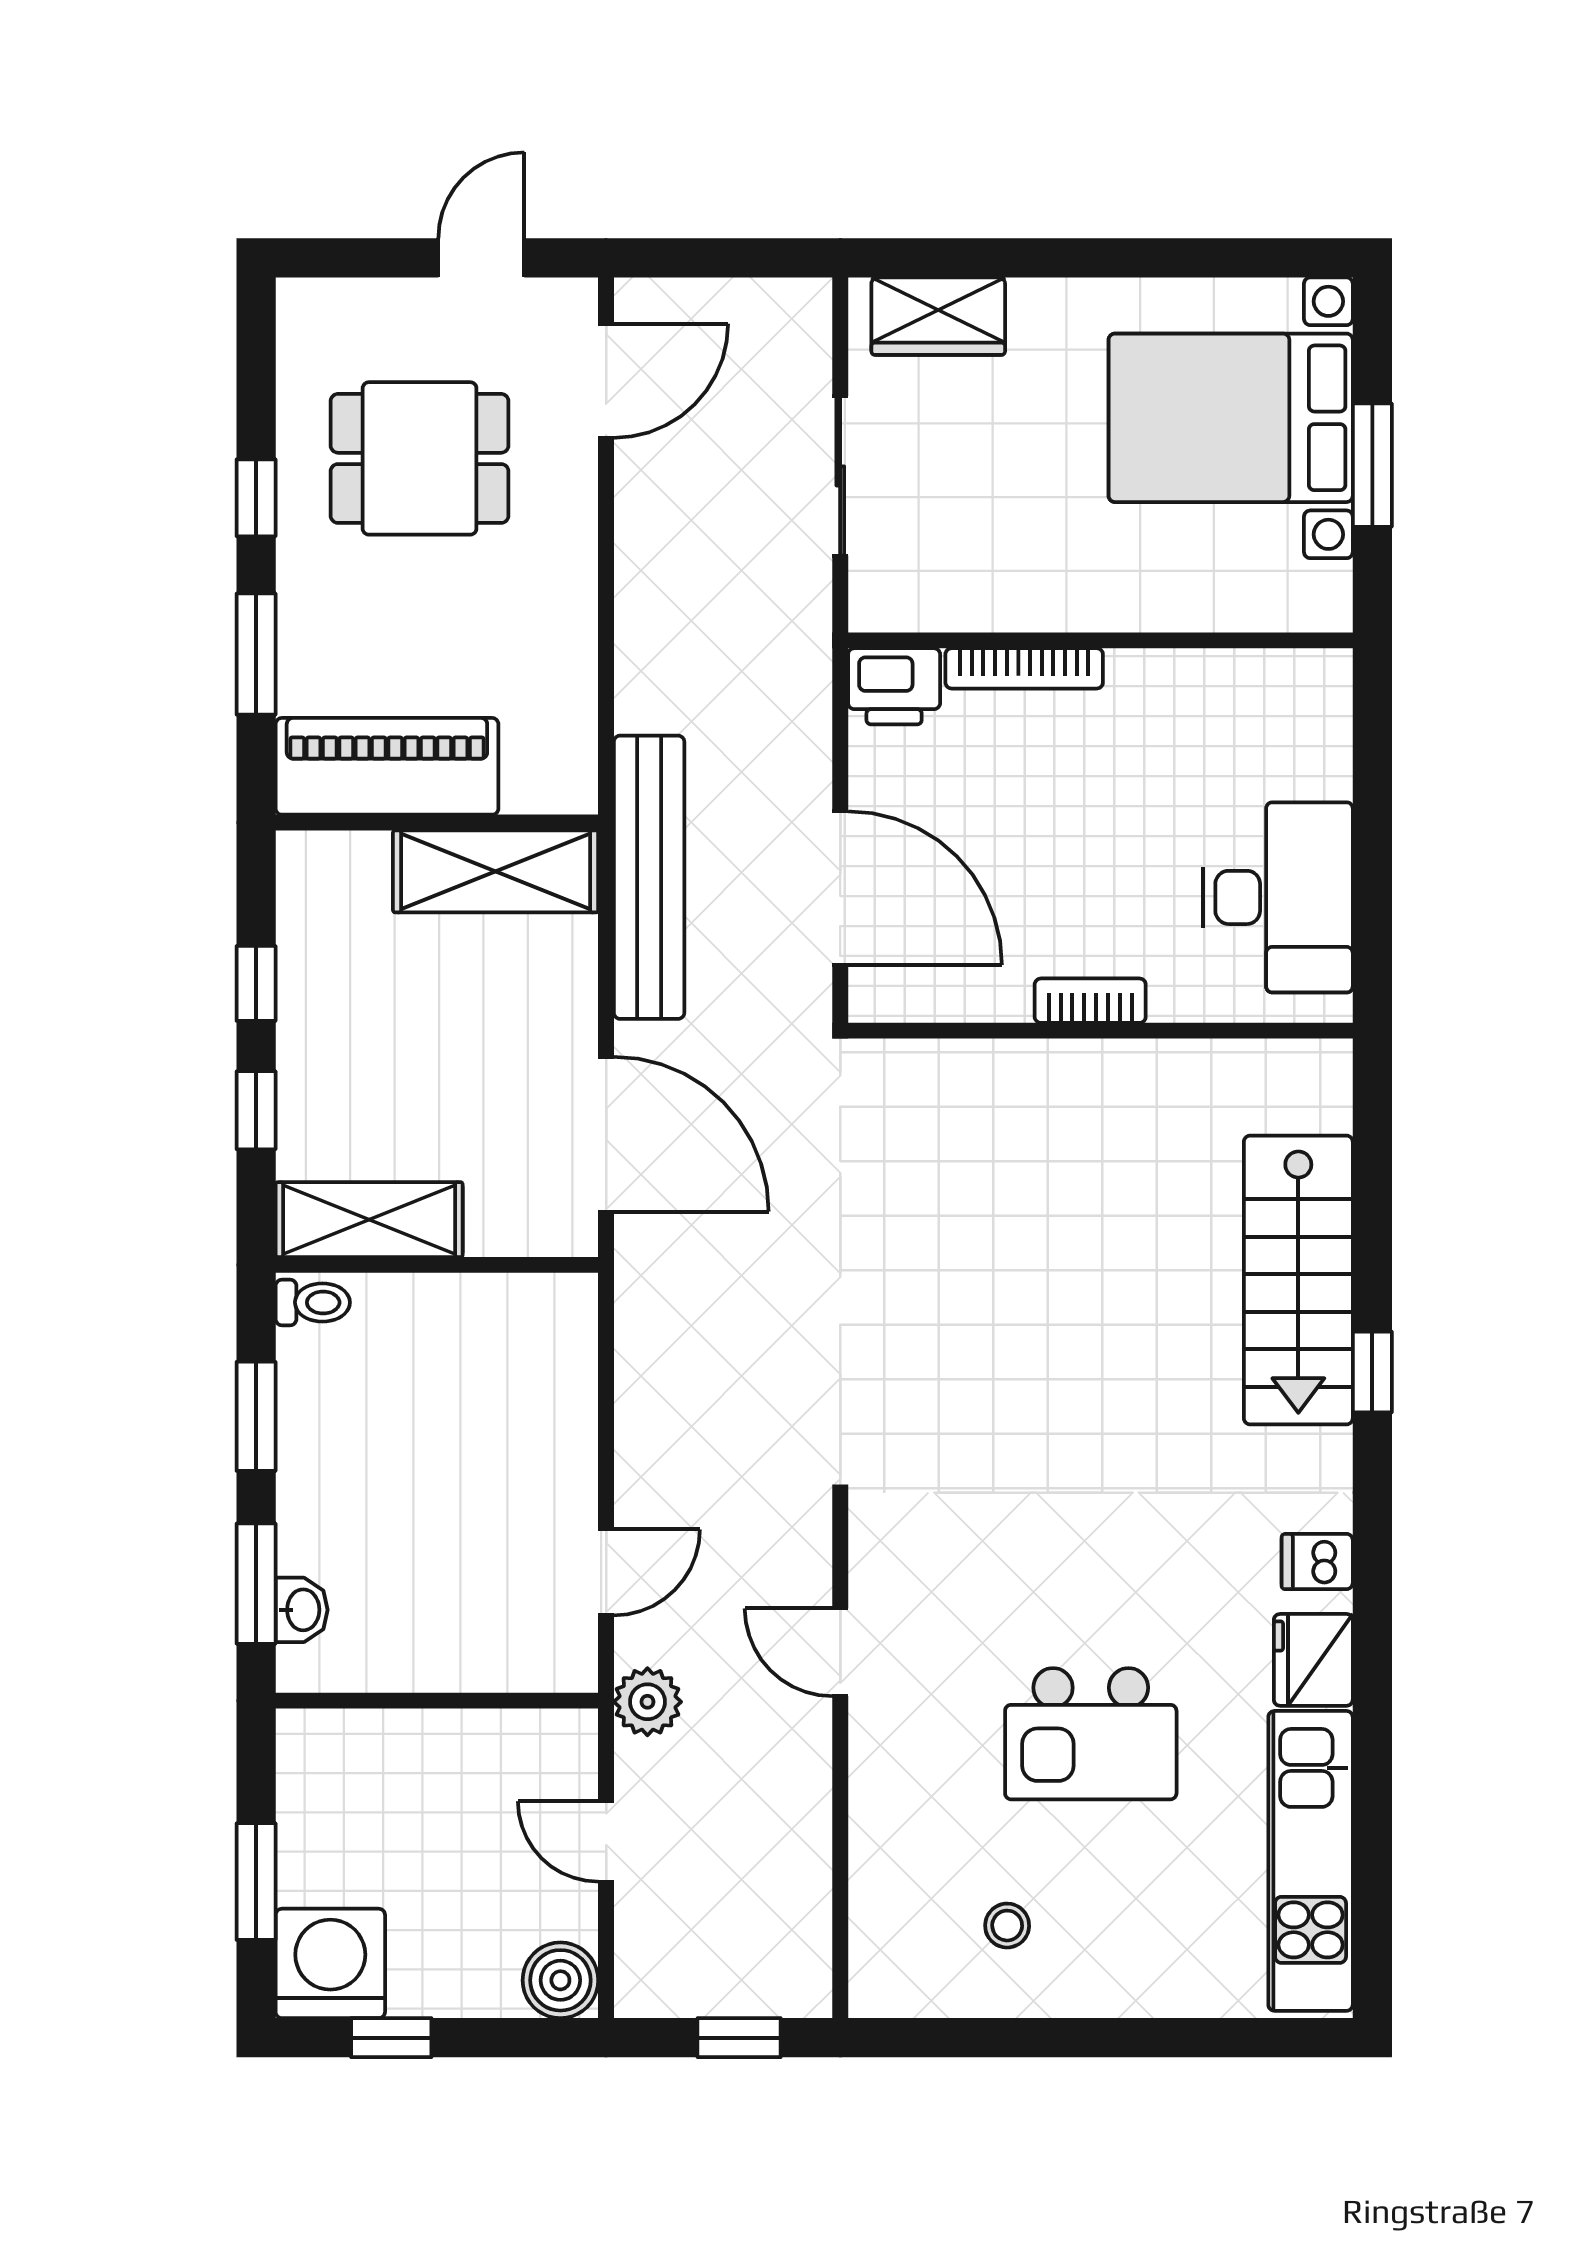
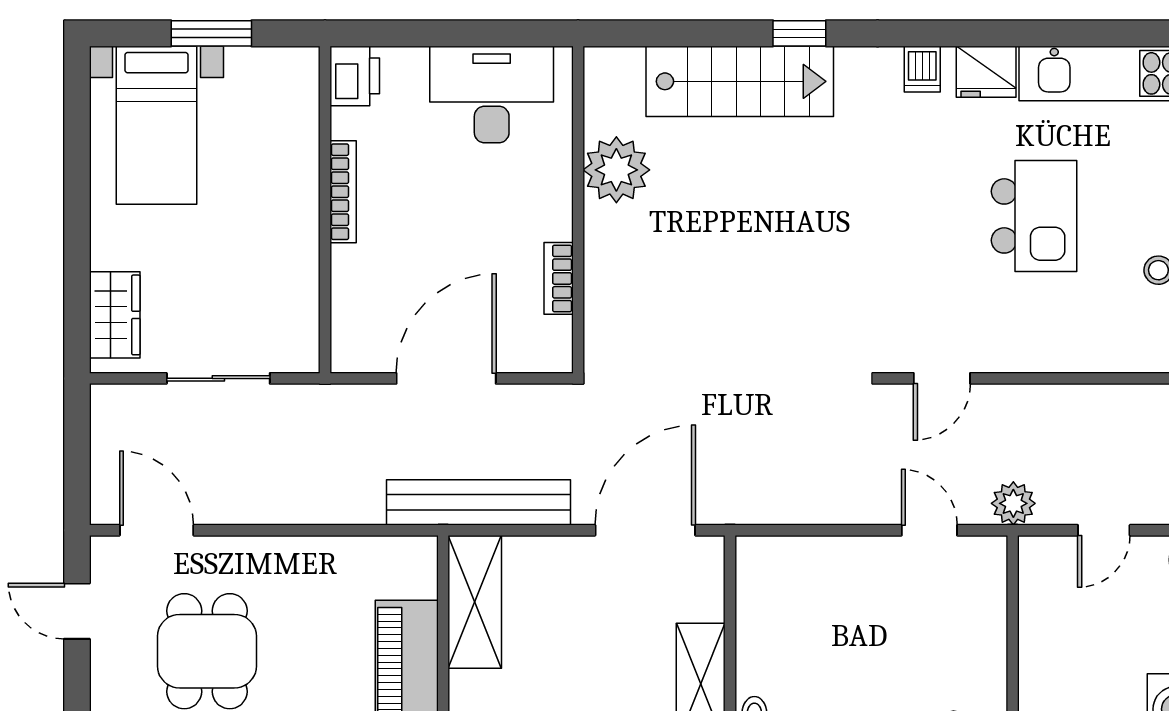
bed with nightstands: (1231, 418) -> (157, 125), width x0.73
bookcase: (1024, 668) -> (343, 192), moved
printer: (894, 686) -> (355, 76), moved
door: (840, 888) -> (446, 378), moved
bookcase: (1090, 1001) -> (559, 278), moved
plant: (1162, 1090) -> (616, 170), added
door: (840, 1652) -> (942, 378), moved

